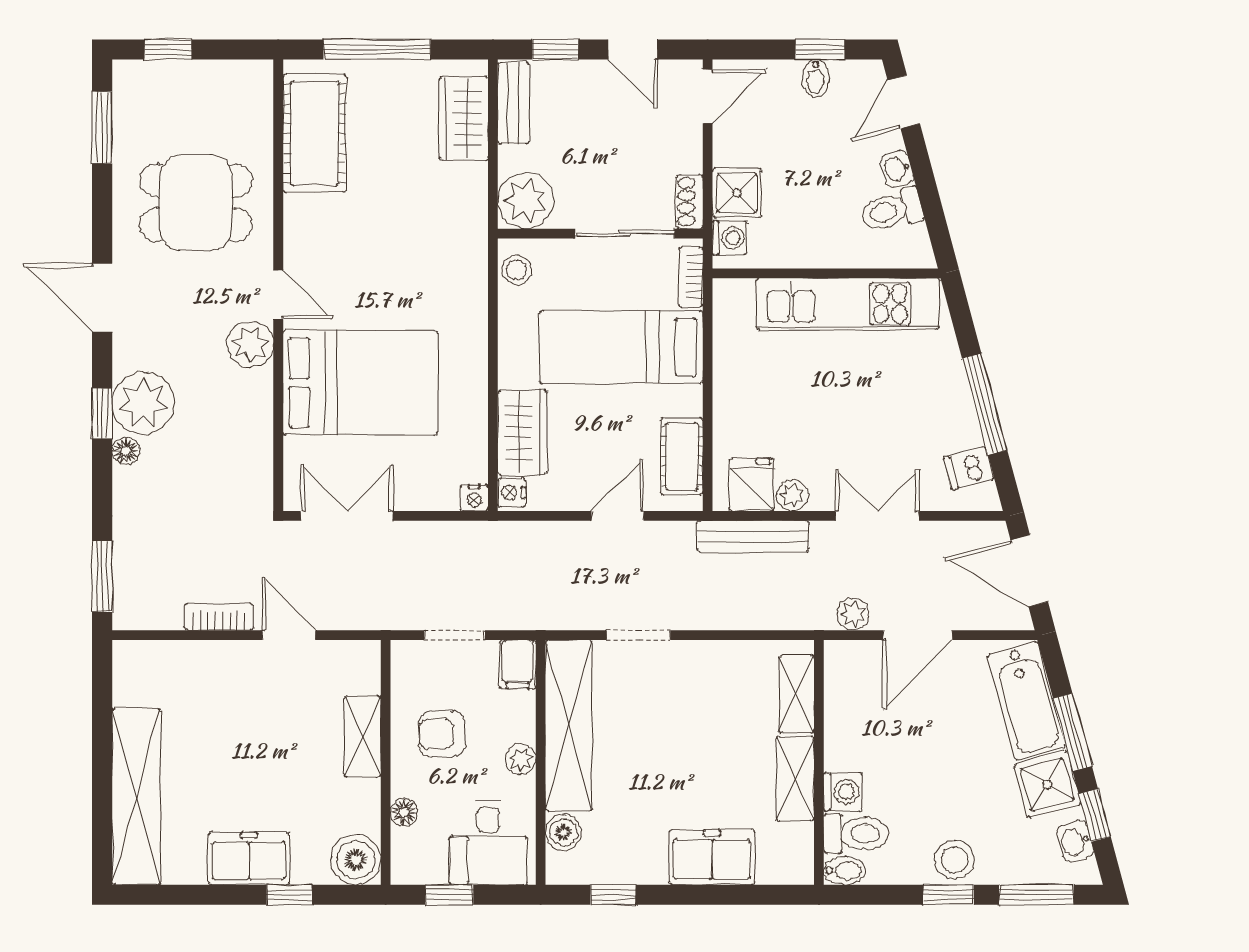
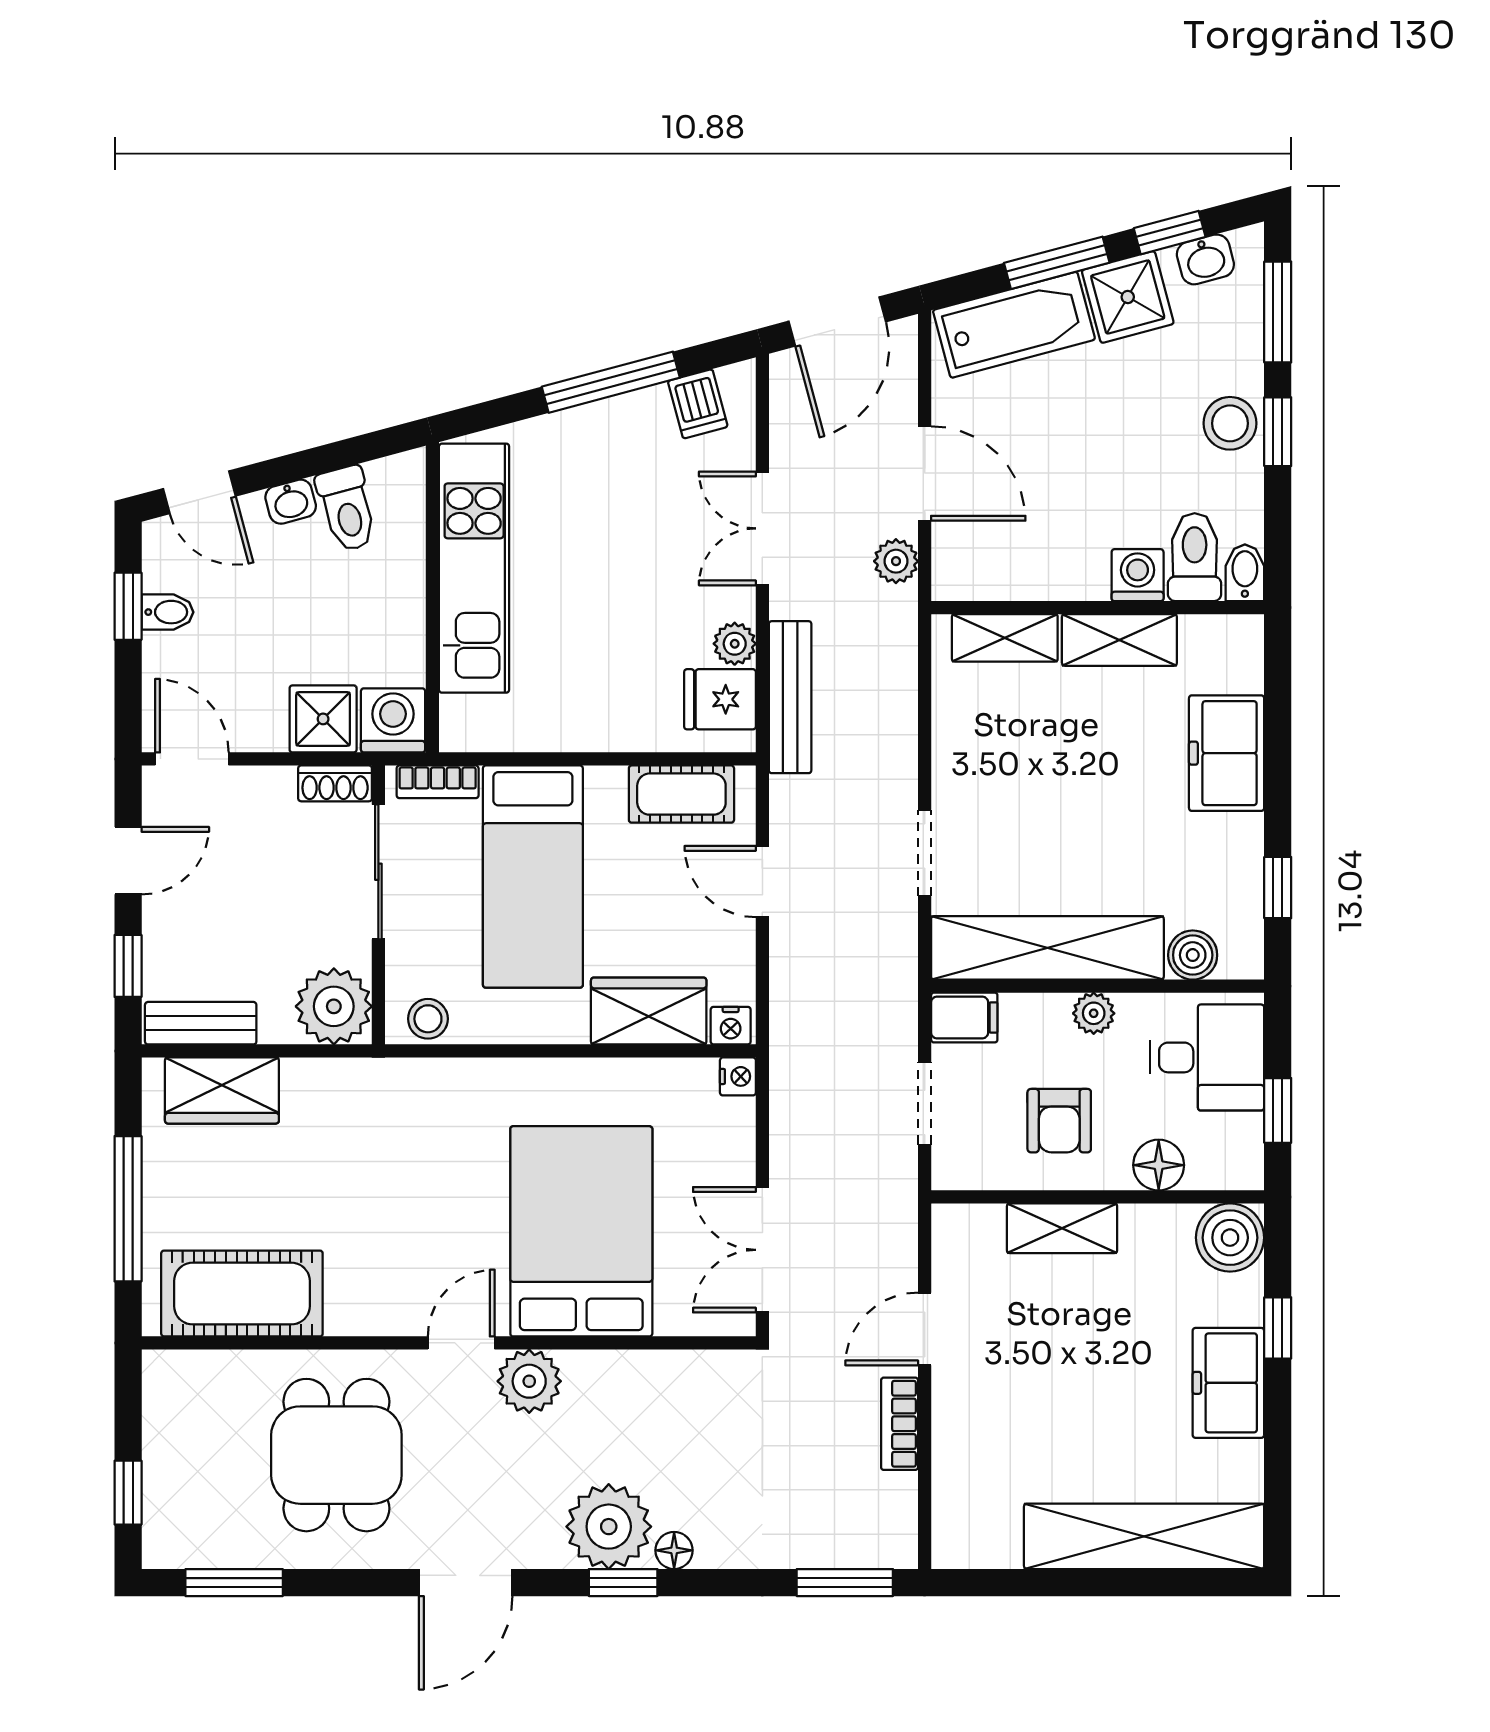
washing machine: (730, 238) -> (393, 720), width x1.38, depth x1.38
floor lamp: (404, 812) -> (1159, 1165), width x1.37, depth x1.37

